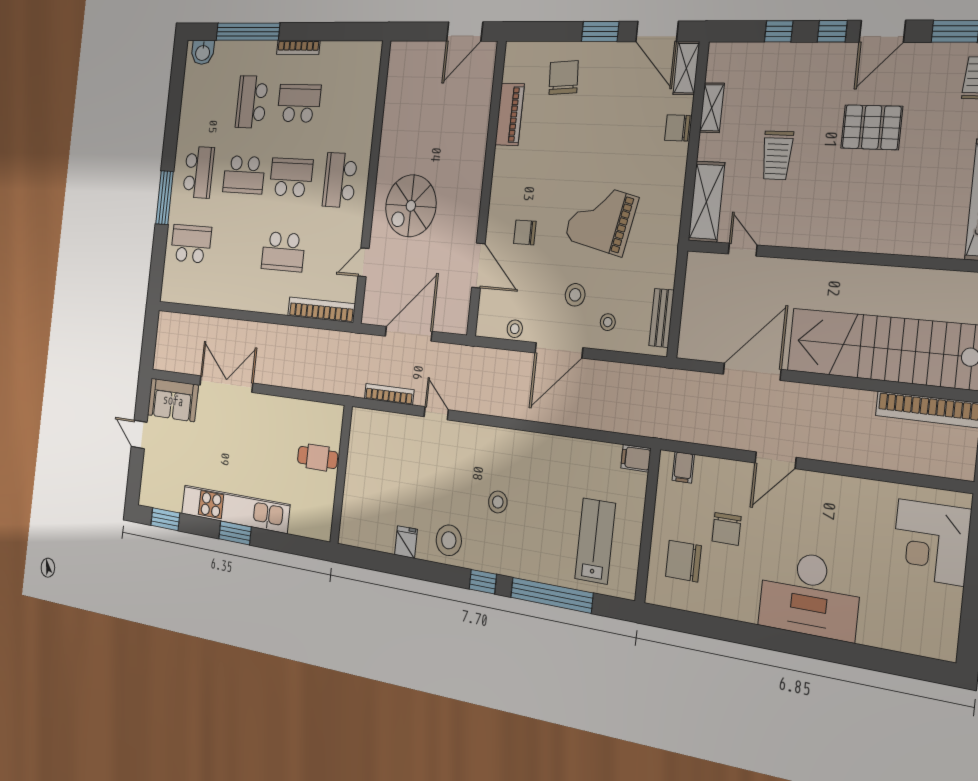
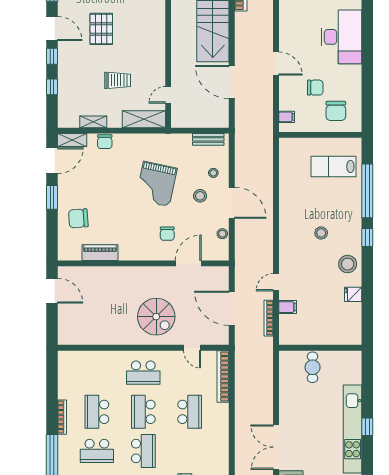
filing cabinet: (636, 458) -> (288, 307), moved, turned -90
window: (235, 533) -> (367, 427), width x0.67

